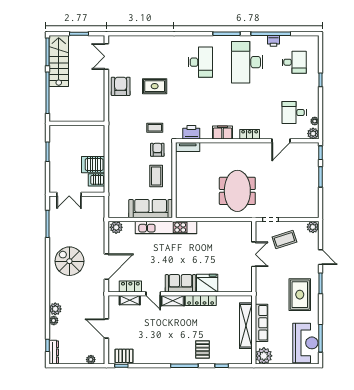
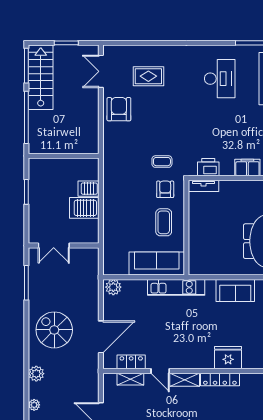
rug: (155, 86) -> (148, 76), moved
server rack: (97, 180) -> (88, 189), moved
kitchen unit: (166, 227) -> (176, 287), width x0.73
sofa: (180, 283) -> (235, 290), moved, turned 180
plant: (55, 309) -> (36, 374), moved

